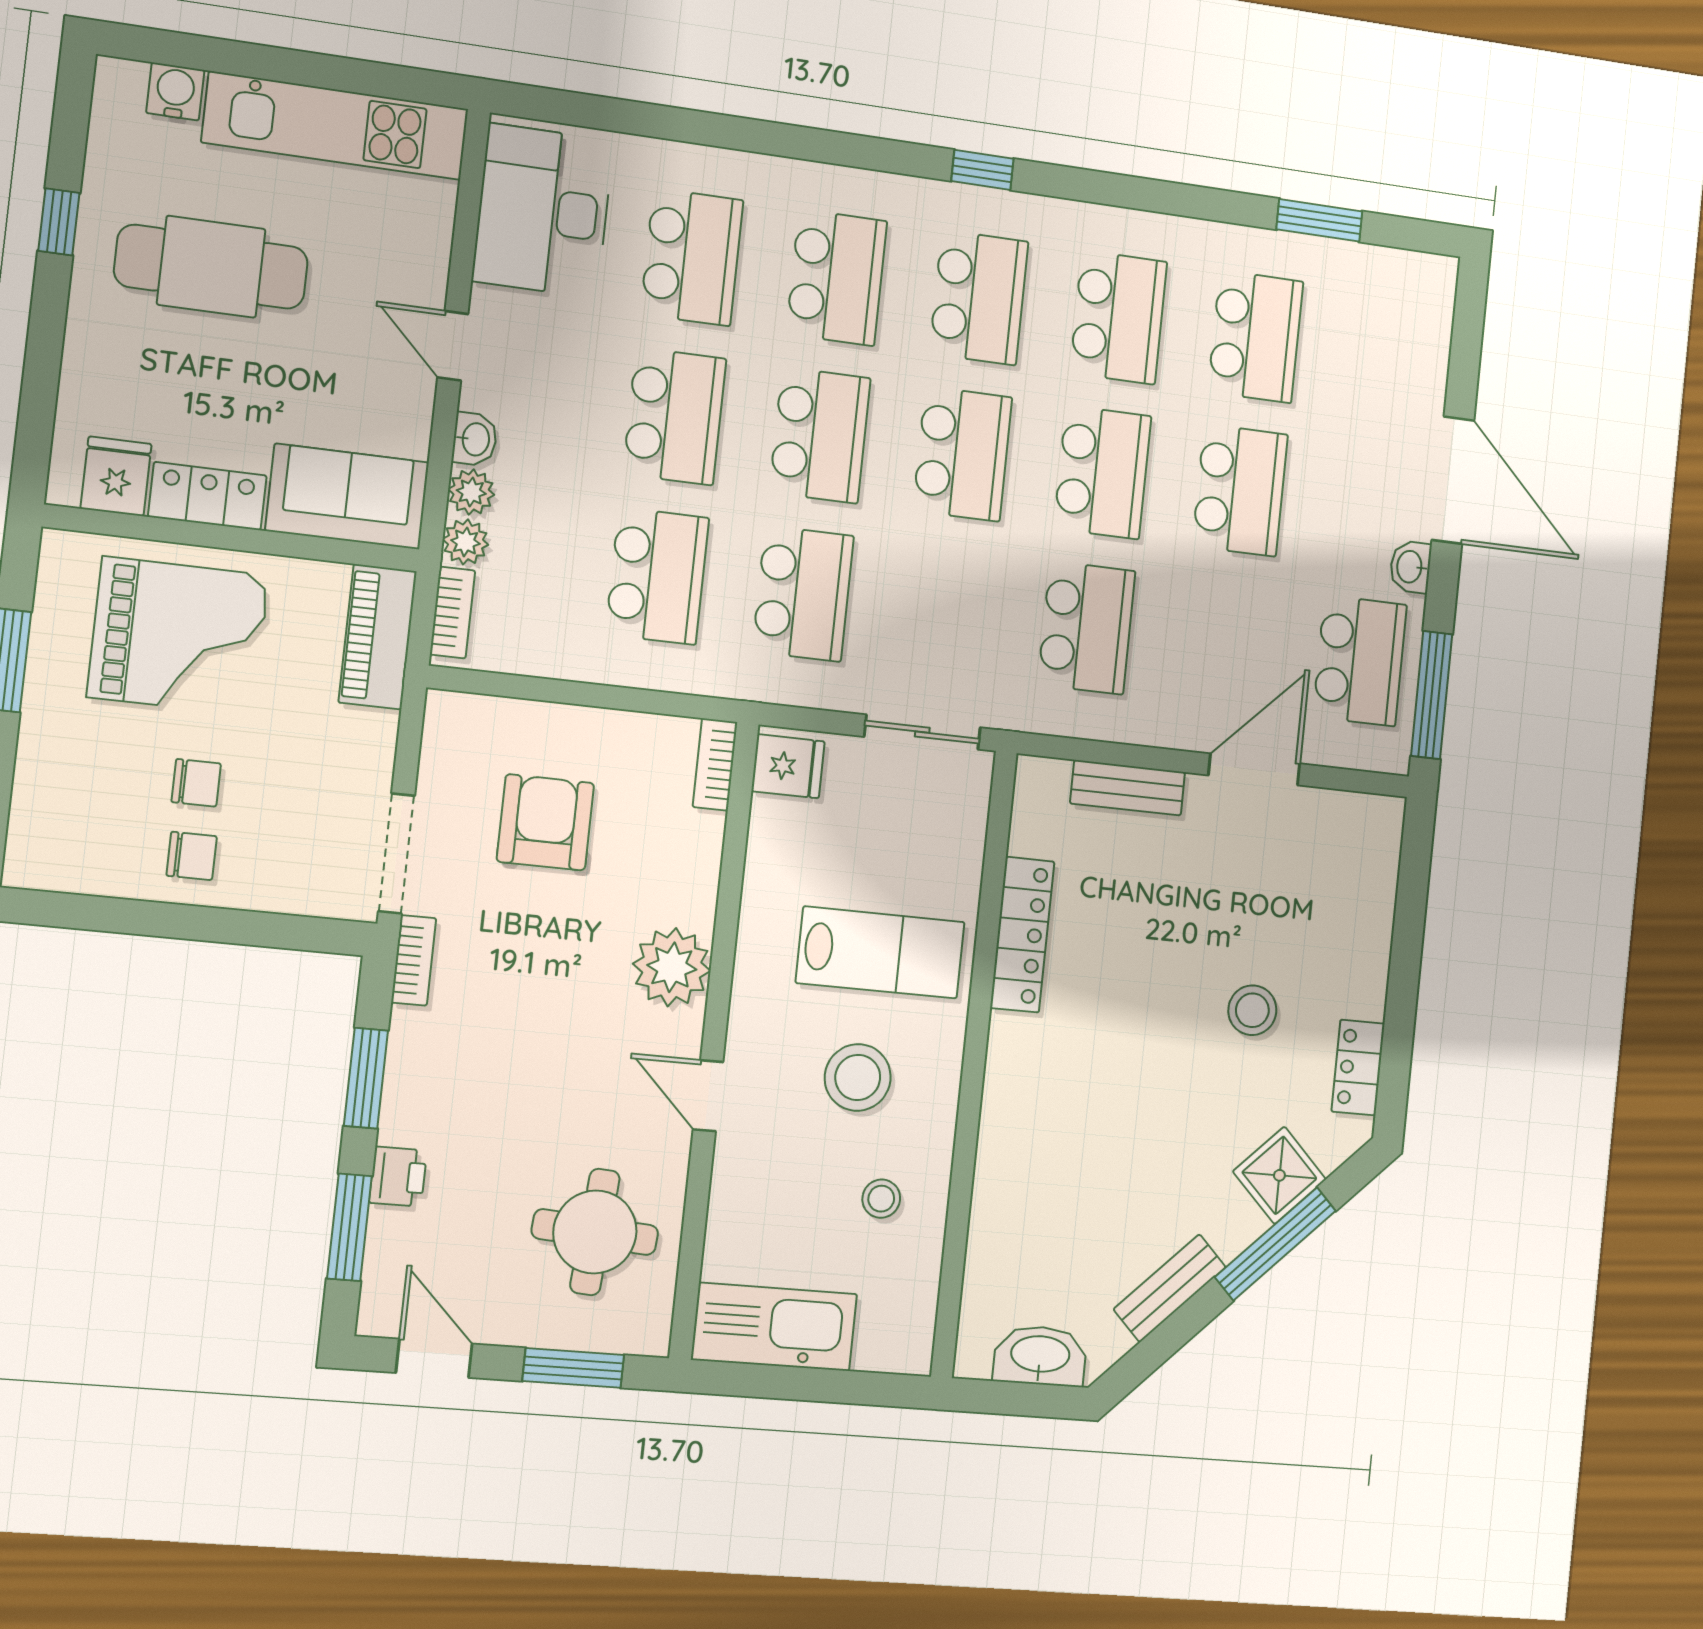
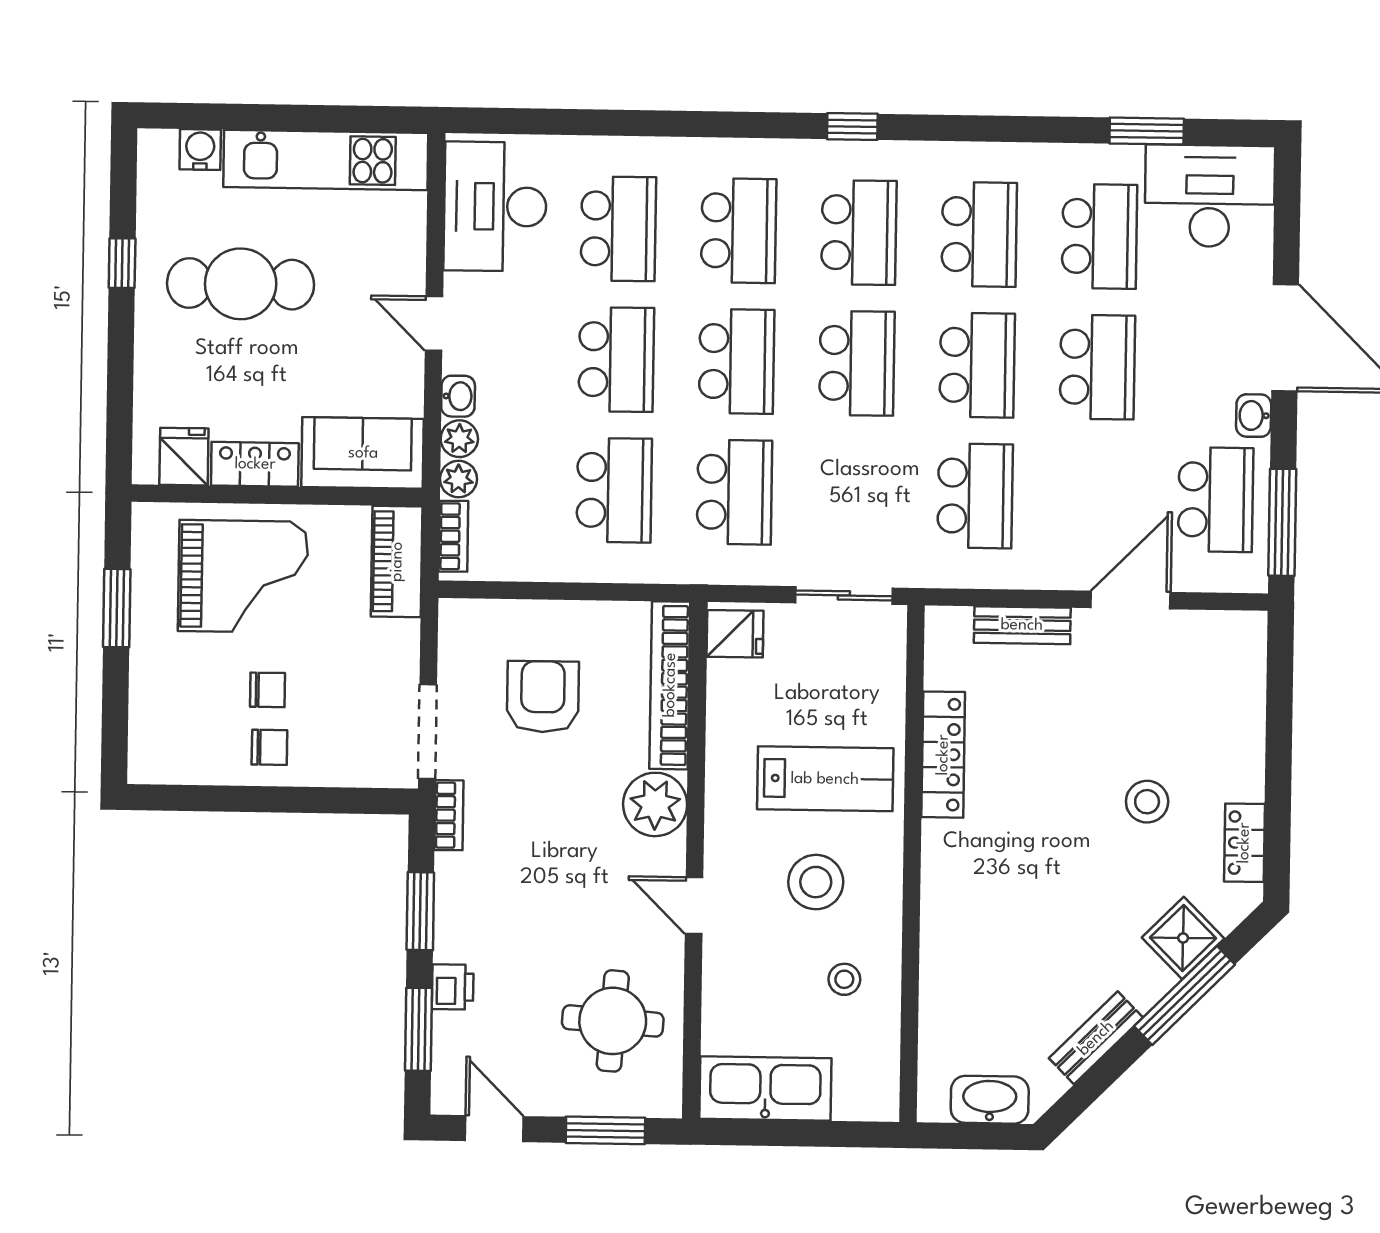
desk: (1383, 305) -> (1210, 196), added
bookcase: (715, 764) -> (670, 685), width x2.31, depth x1.31

